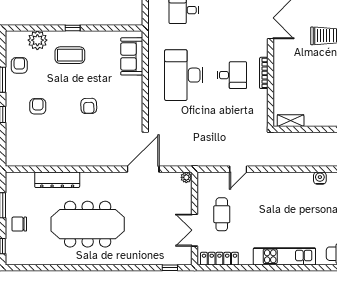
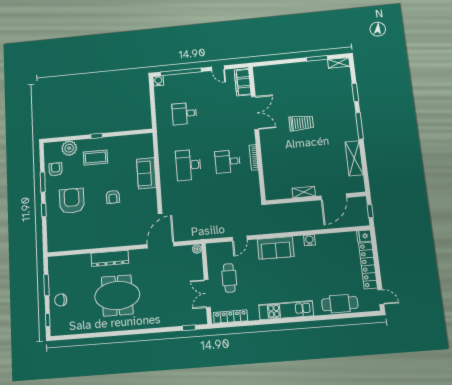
sofa: (132, 56) -> (146, 173), moved
desk: (184, 75) -> (188, 165), width x0.73, depth x0.77
desk: (232, 75) -> (228, 161), turned 180
armchair: (38, 106) -> (72, 201), width x1.88, depth x1.88
shelving: (291, 121) -> (304, 192), moved
dresser: (57, 180) -> (110, 258), moved
sofa: (279, 184) -> (276, 248), added
meeting table: (88, 224) -> (117, 295), width x0.73

